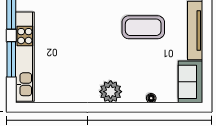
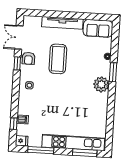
window: (11, 59) -> (85, 153), moved
window: (129, 107) -> (113, 72), added

